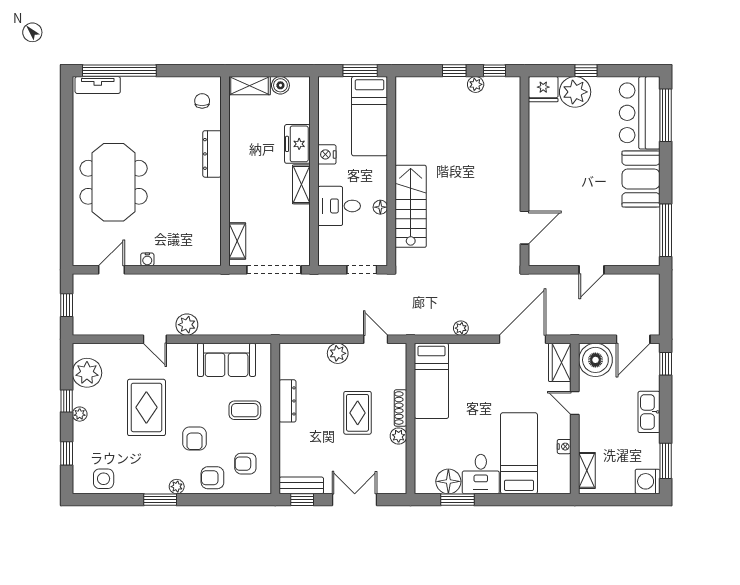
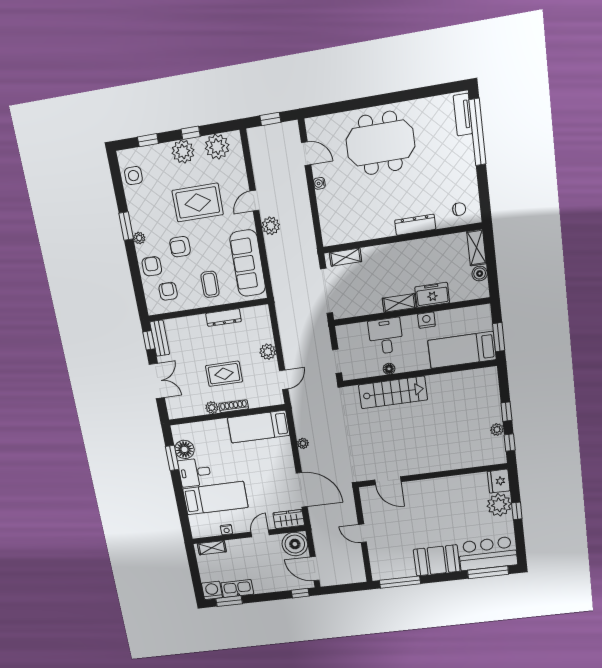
sofa: (227, 360) -> (248, 263), width x1.36
kitchen sink: (649, 412) -> (237, 589), moved
plant: (80, 414) -> (183, 152), width x1.88, depth x1.88

